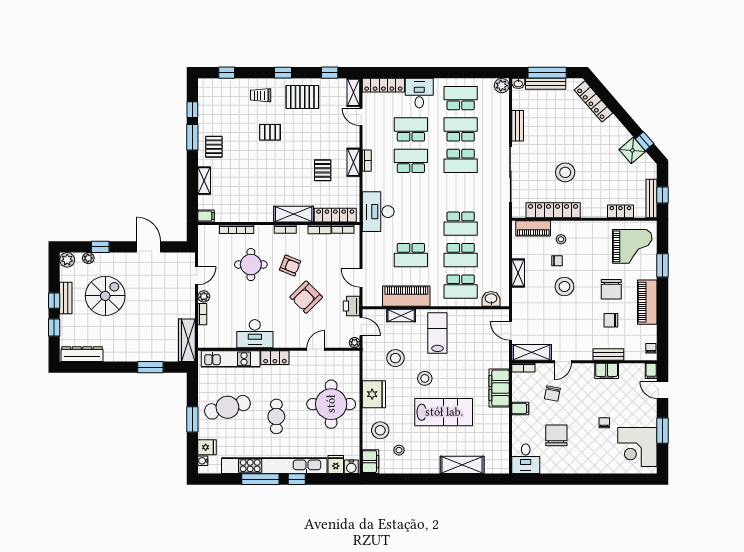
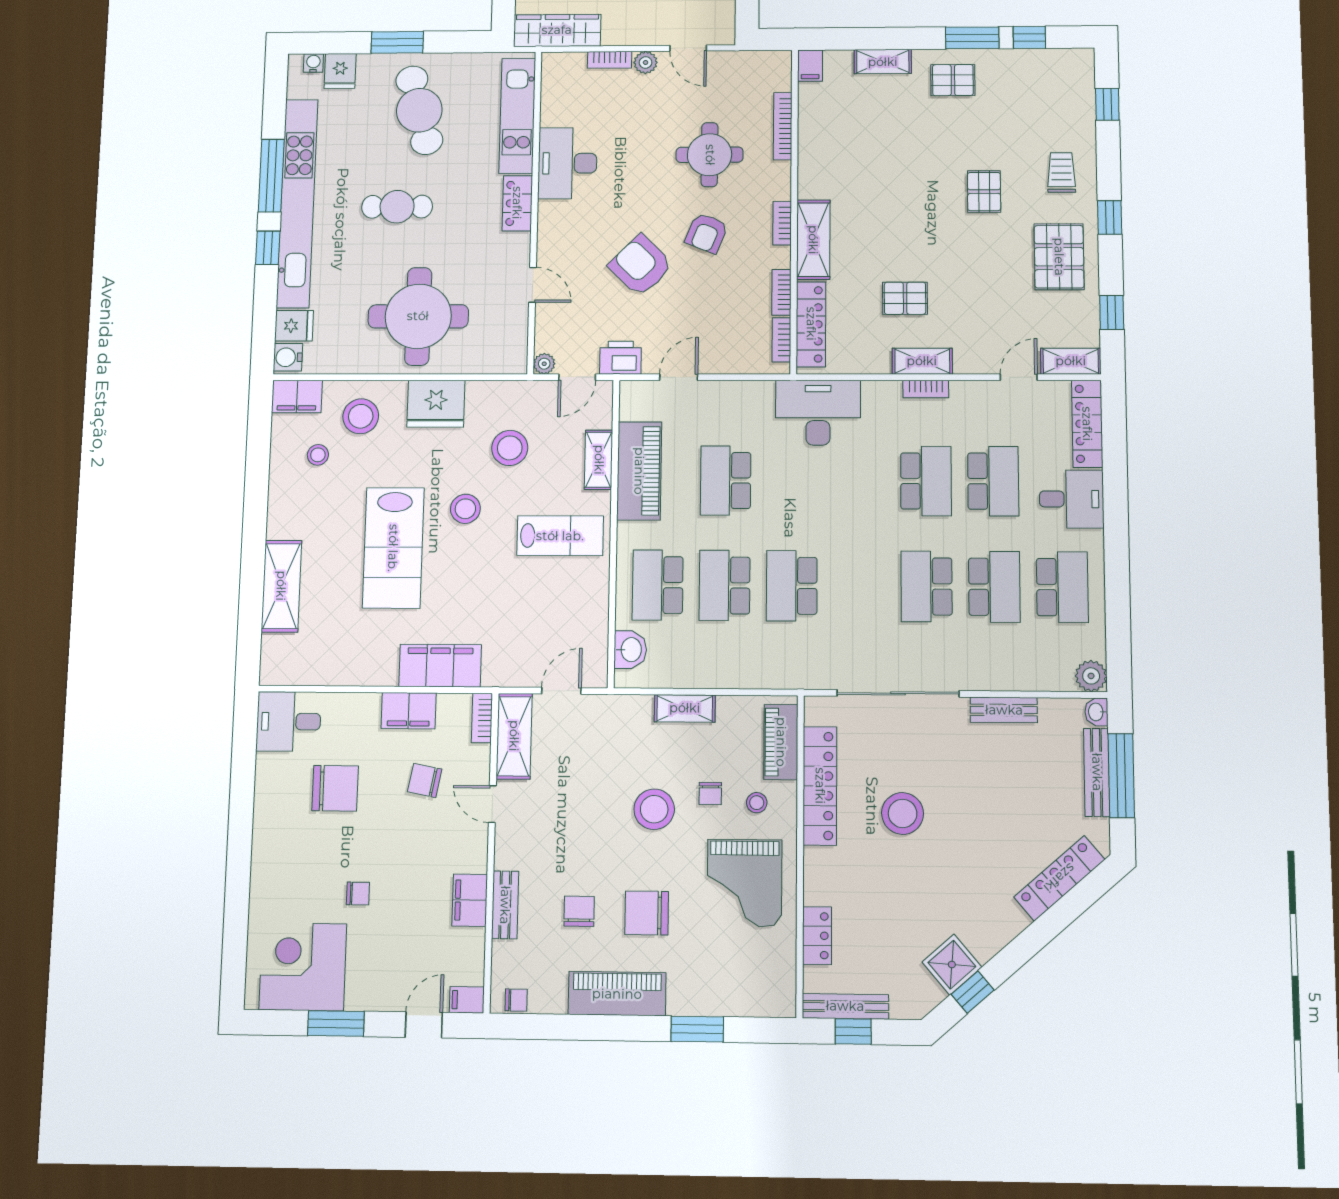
grand piano: (632, 246) -> (745, 883), moved
filing cabinet: (520, 409) -> (409, 711), width x2.00

